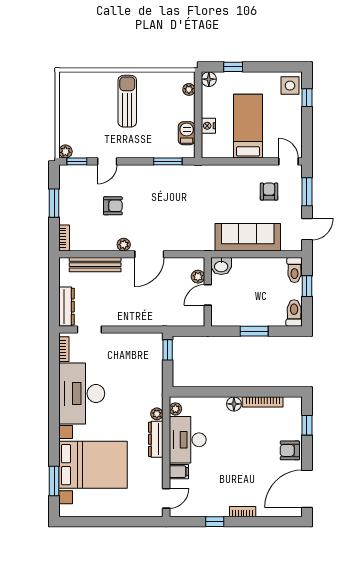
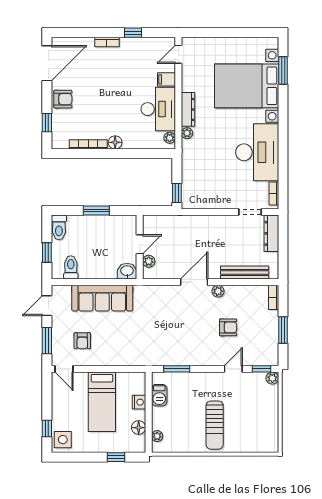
floor lamp: (209, 79) -> (139, 428), moved
armchair: (113, 206) -> (228, 327), turned 180
toilet: (295, 270) -> (71, 267), moved

